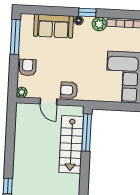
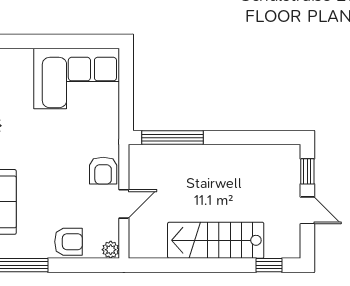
armchair: (28, 67) -> (68, 242), turned 180
stairs: (71, 144) -> (216, 240), moved, turned 180

